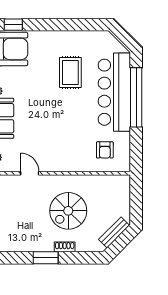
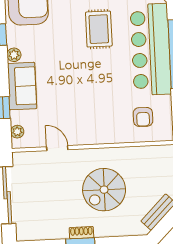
shoe rack: (65, 247) -> (81, 233), moved

